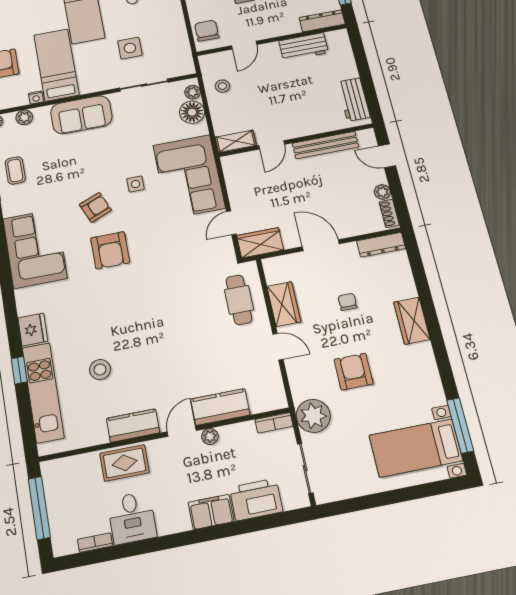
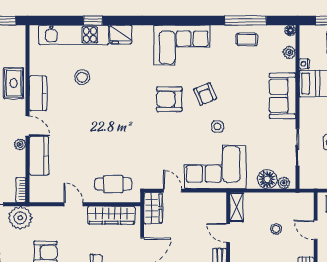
stool: (222, 86) -> (276, 229), moved
wardrobe: (284, 304) -> (111, 215), width x1.50
door: (278, 347) -> (74, 204), swing flipped

